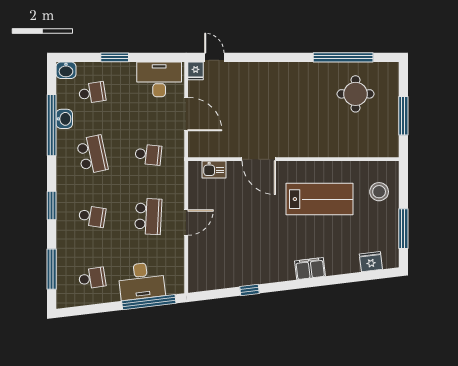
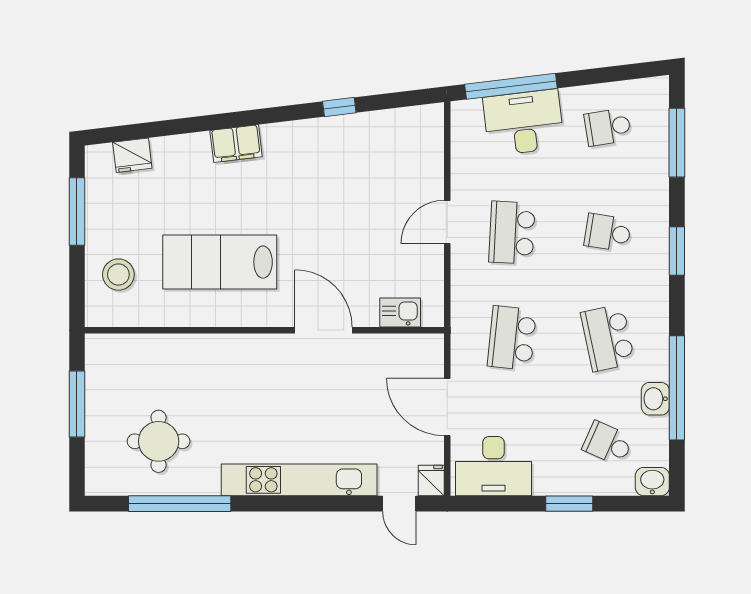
kitchen unit: (273, 71) -> (299, 480), added
school desk: (92, 93) -> (608, 443), turned 33
school desk: (148, 155) -> (512, 338), width x1.85

